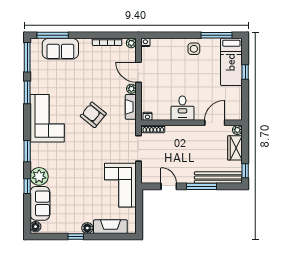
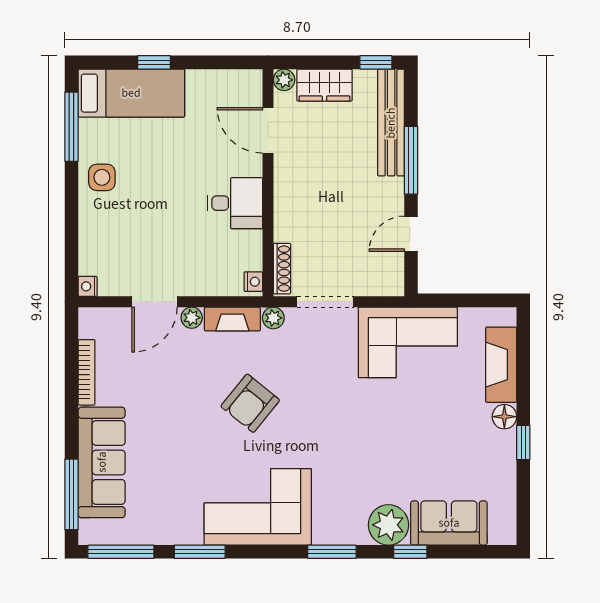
plant: (131, 43) -> (273, 318), moved
sofa: (60, 49) -> (102, 462), width x1.36
floor lamp: (35, 227) -> (501, 533), removed

